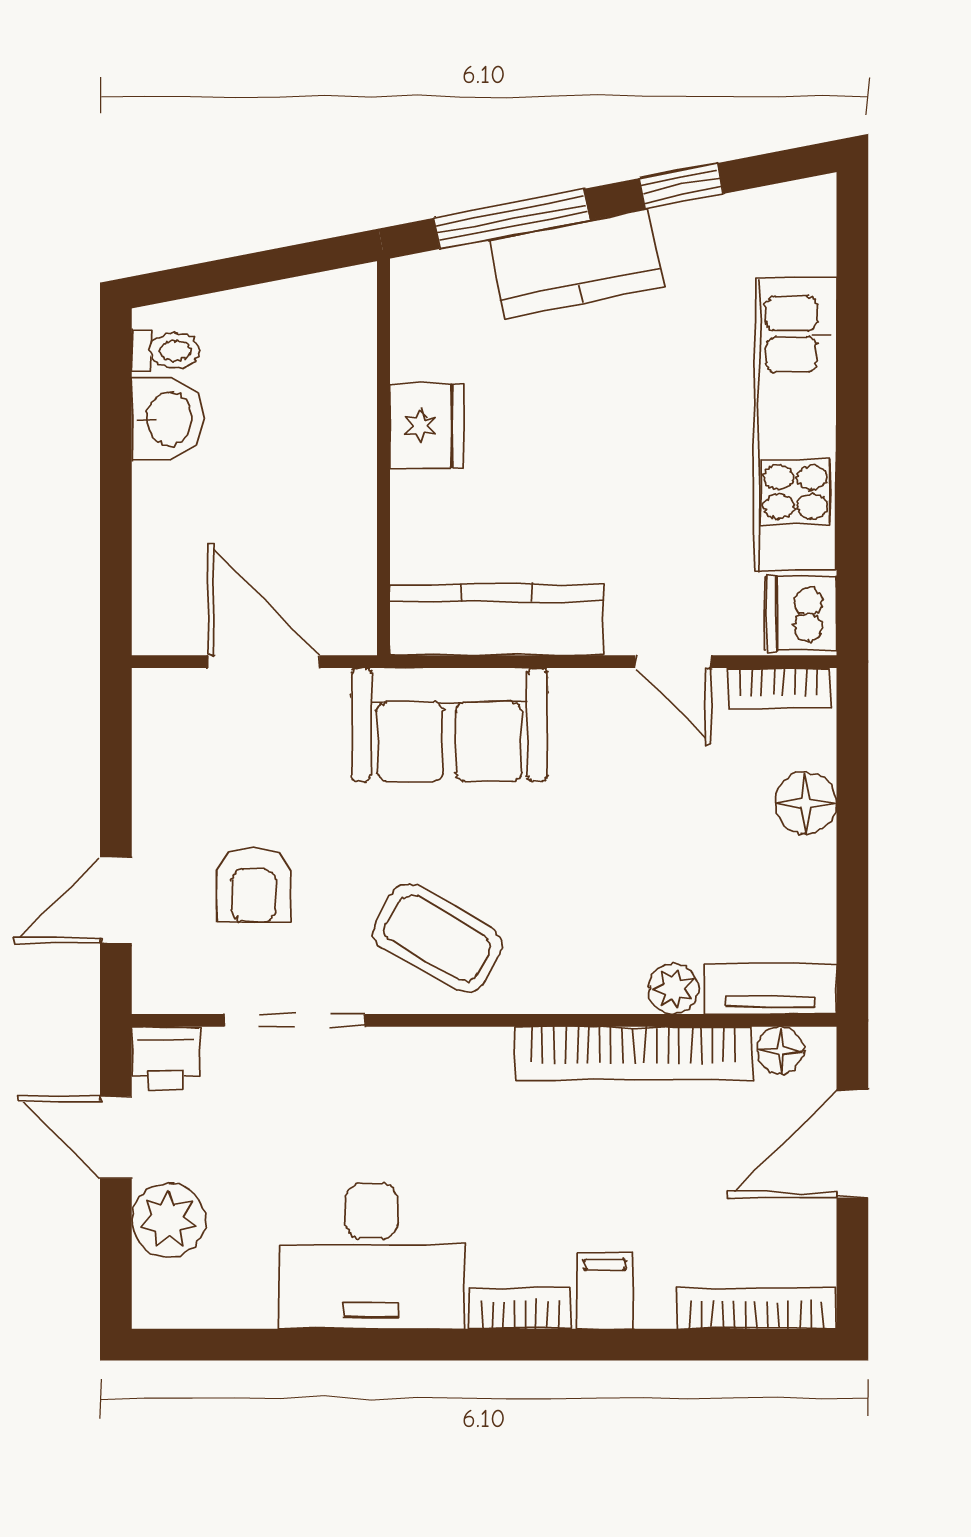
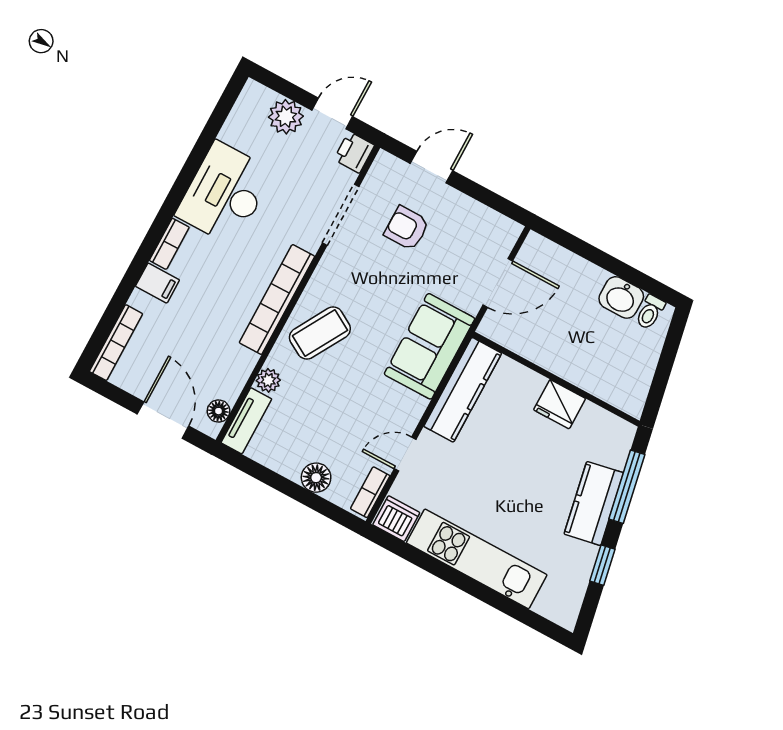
door: (116, 900) -> (431, 167), hinge flipped
coffee table: (437, 938) -> (320, 333), moved
bookcase: (634, 1054) -> (277, 299), moved

